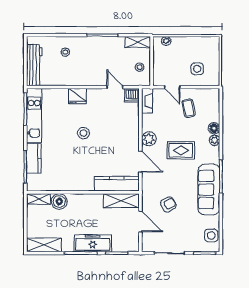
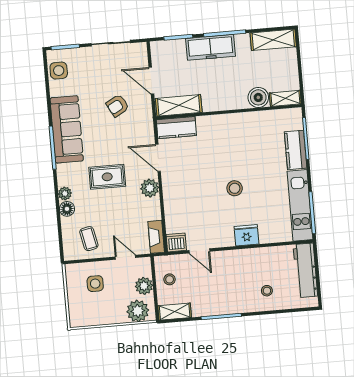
plant: (166, 41) -> (138, 311), width x1.88, depth x1.88
plant: (160, 64) -> (144, 286), added
coffee table: (189, 108) -> (89, 239), moved
kitchen counter: (117, 184) -> (176, 128), width x0.67

